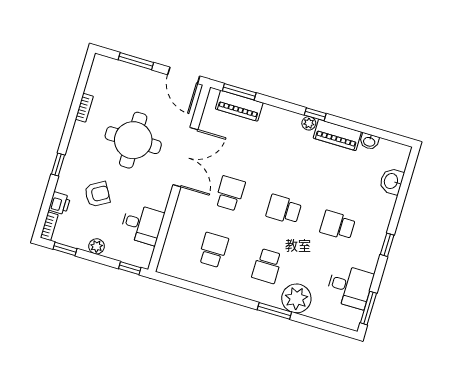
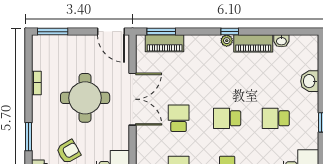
window: (136, 61) -> (53, 32), moved
window: (58, 164) -> (29, 137), width x1.50
washbasin: (392, 181) -> (310, 81), moved

